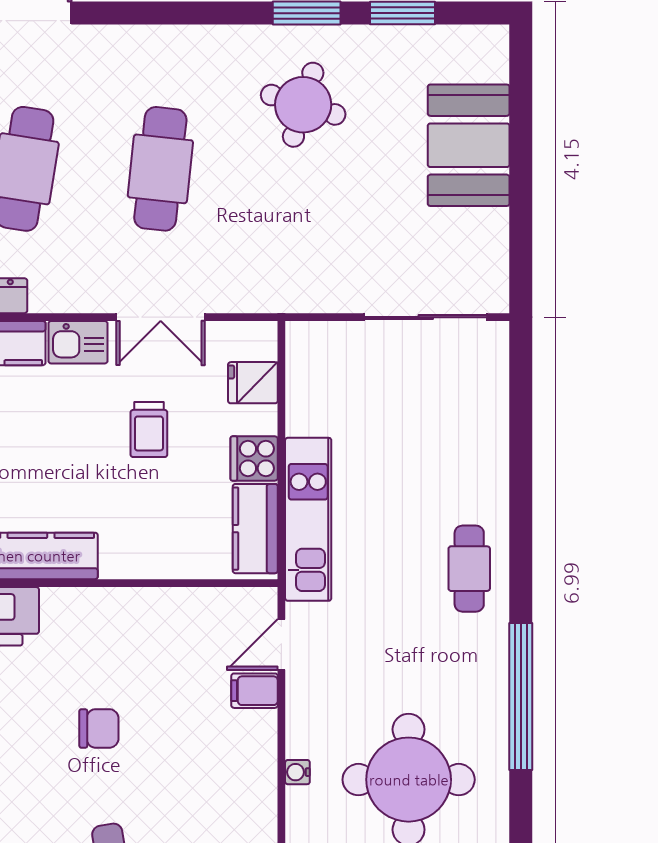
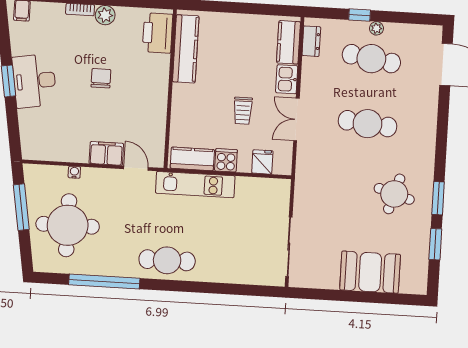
trolley: (149, 430) -> (243, 111), turned -90
cafe table: (469, 569) -> (167, 260), width x1.37, depth x1.35
filing cabinet: (254, 691) -> (106, 153), width x2.00
chair: (99, 728) -> (101, 78), turned 180

